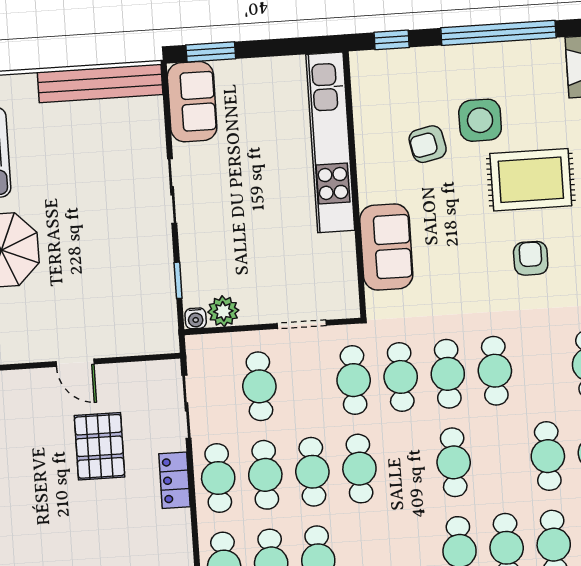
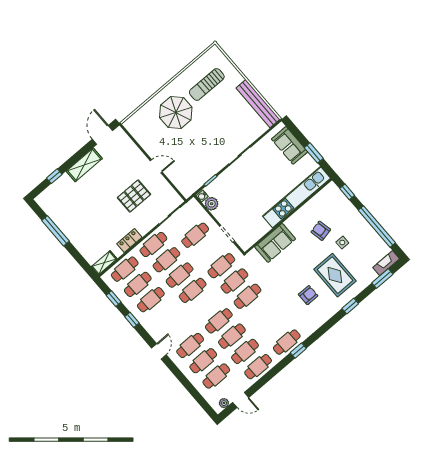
window: (211, 52) -> (314, 153), moved
sofa: (192, 102) -> (290, 145), moved, turned 90
side table: (480, 120) -> (342, 243), width x0.54, depth x0.54
door: (75, 363) -> (156, 166), swing flipped
cafe table: (495, 371) -> (232, 336), moved
locker: (175, 480) -> (129, 241), moved

